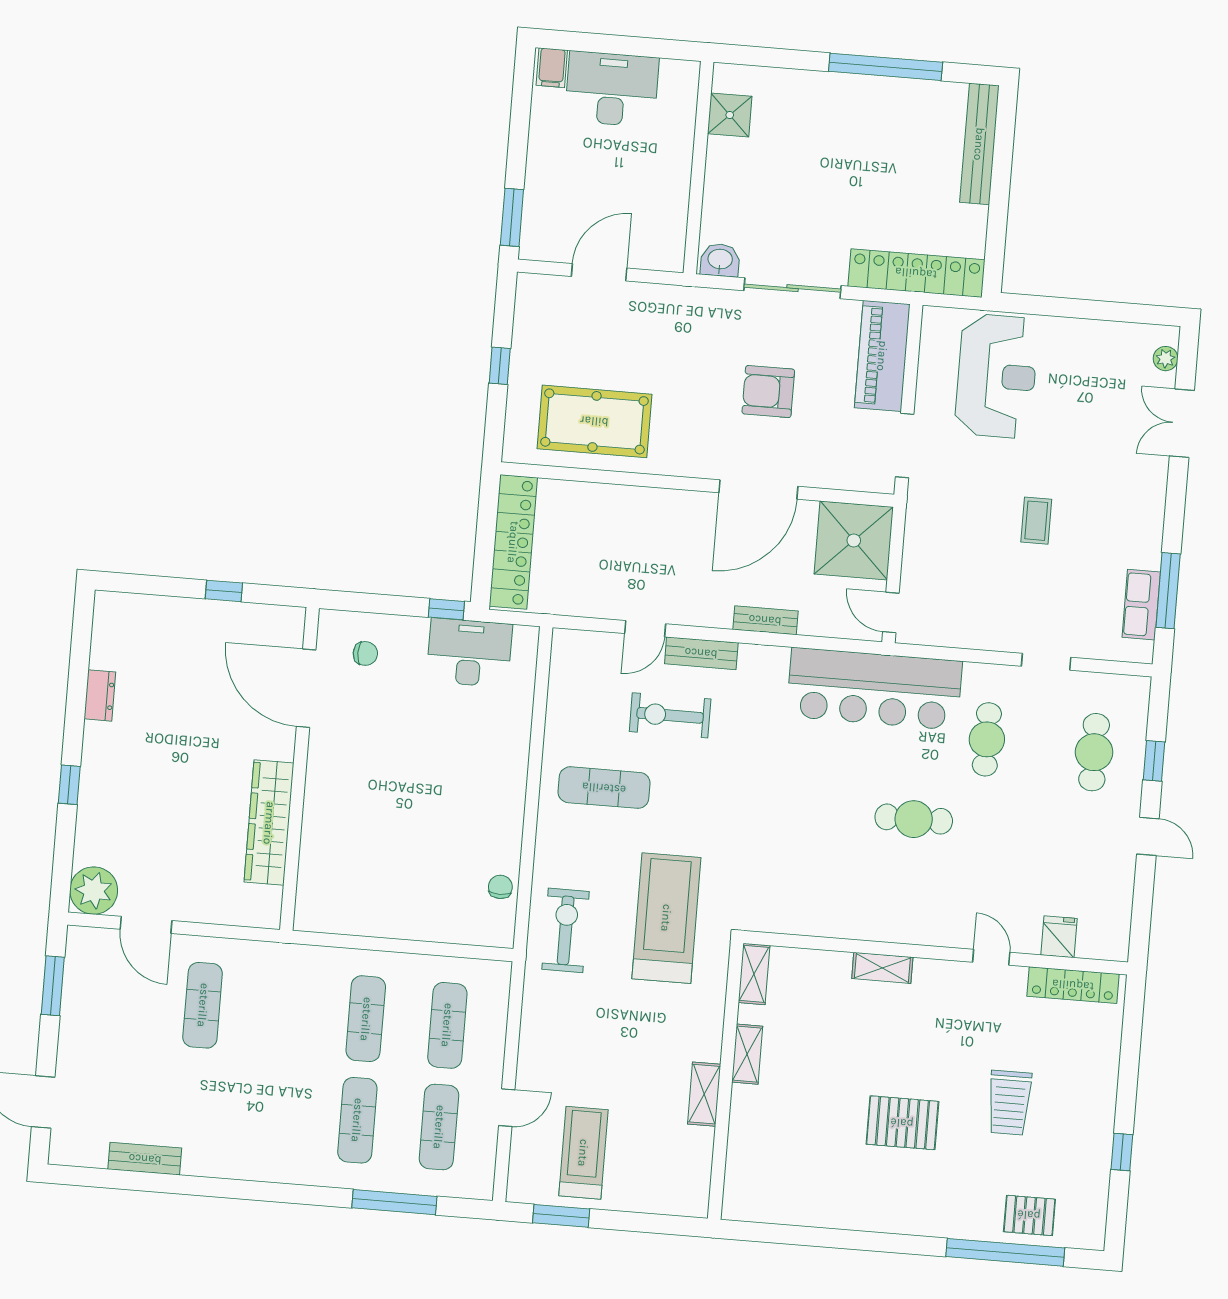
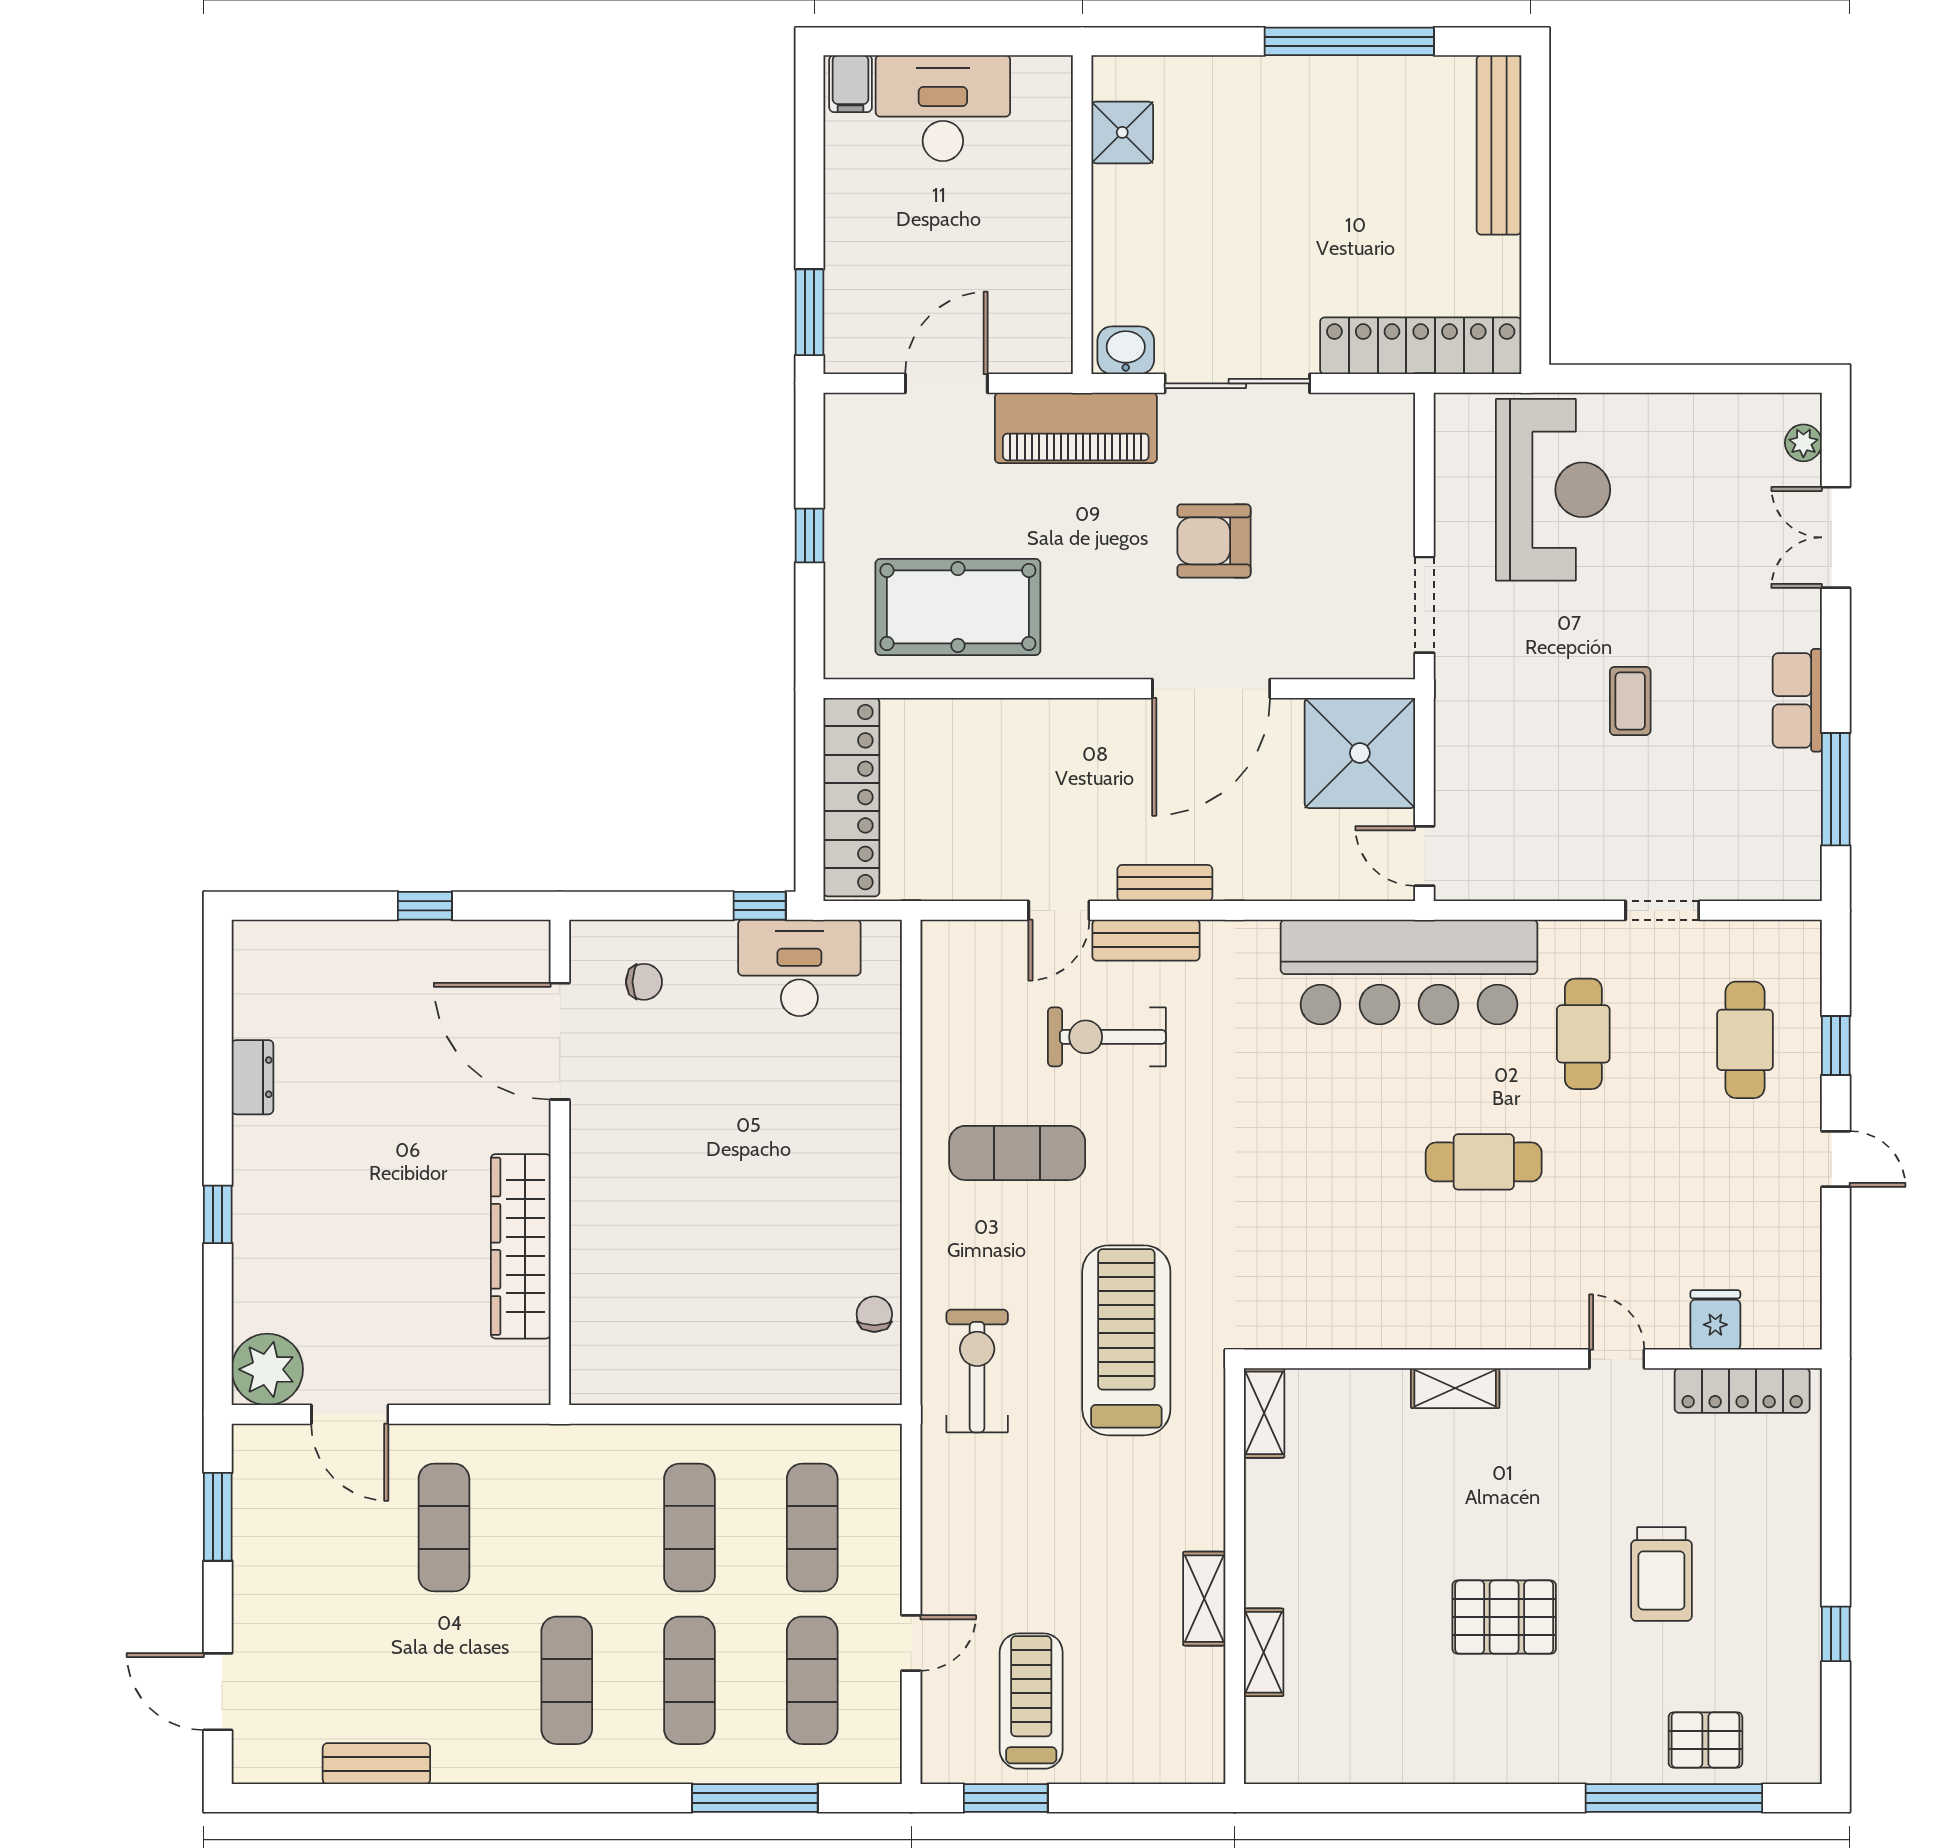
piano: (882, 356) -> (1076, 428), moved, turned -90
row of seats: (1141, 605) -> (1797, 700), moved
bench: (765, 620) -> (1165, 883), moved
shelving: (747, 1054) -> (1264, 1652), moved
exercise mat: (276, 1114) -> (567, 1680), added

